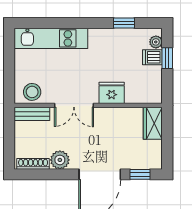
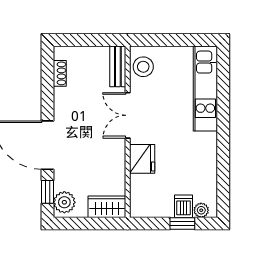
window: (124, 23) -> (223, 173), removed
plant: (60, 160) -> (64, 202), moved
shoe rack: (33, 164) -> (60, 73), width x0.70

